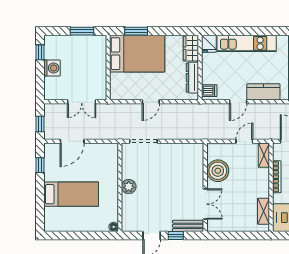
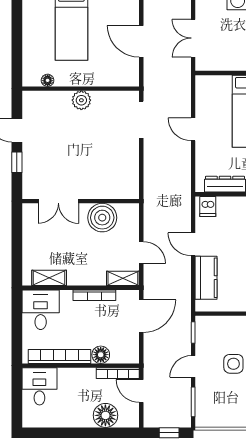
door: (72, 141) -> (141, 41), moved
bench: (188, 226) -> (30, 178), removed
floor lamp: (114, 227) -> (48, 80), moved

